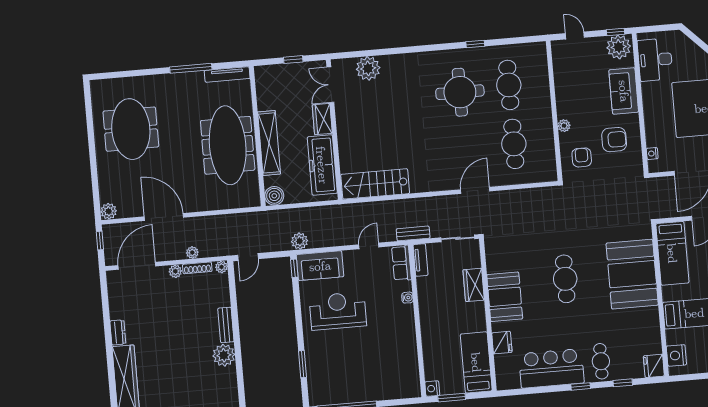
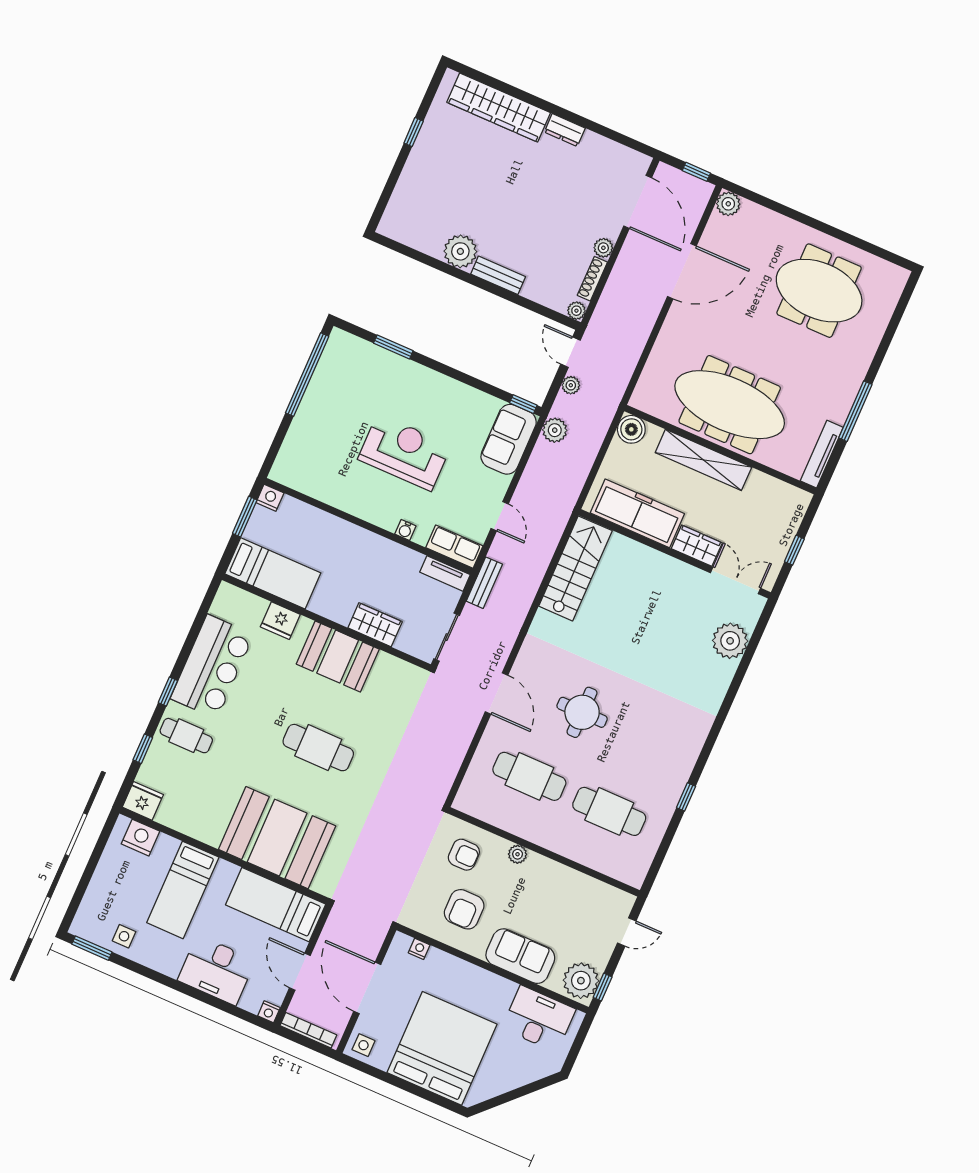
round table: (460, 92) -> (582, 712), moved, width x0.73, depth x0.73
plant: (192, 253) -> (571, 385), moved
reception desk: (338, 311) -> (404, 452), moved, turned -90

